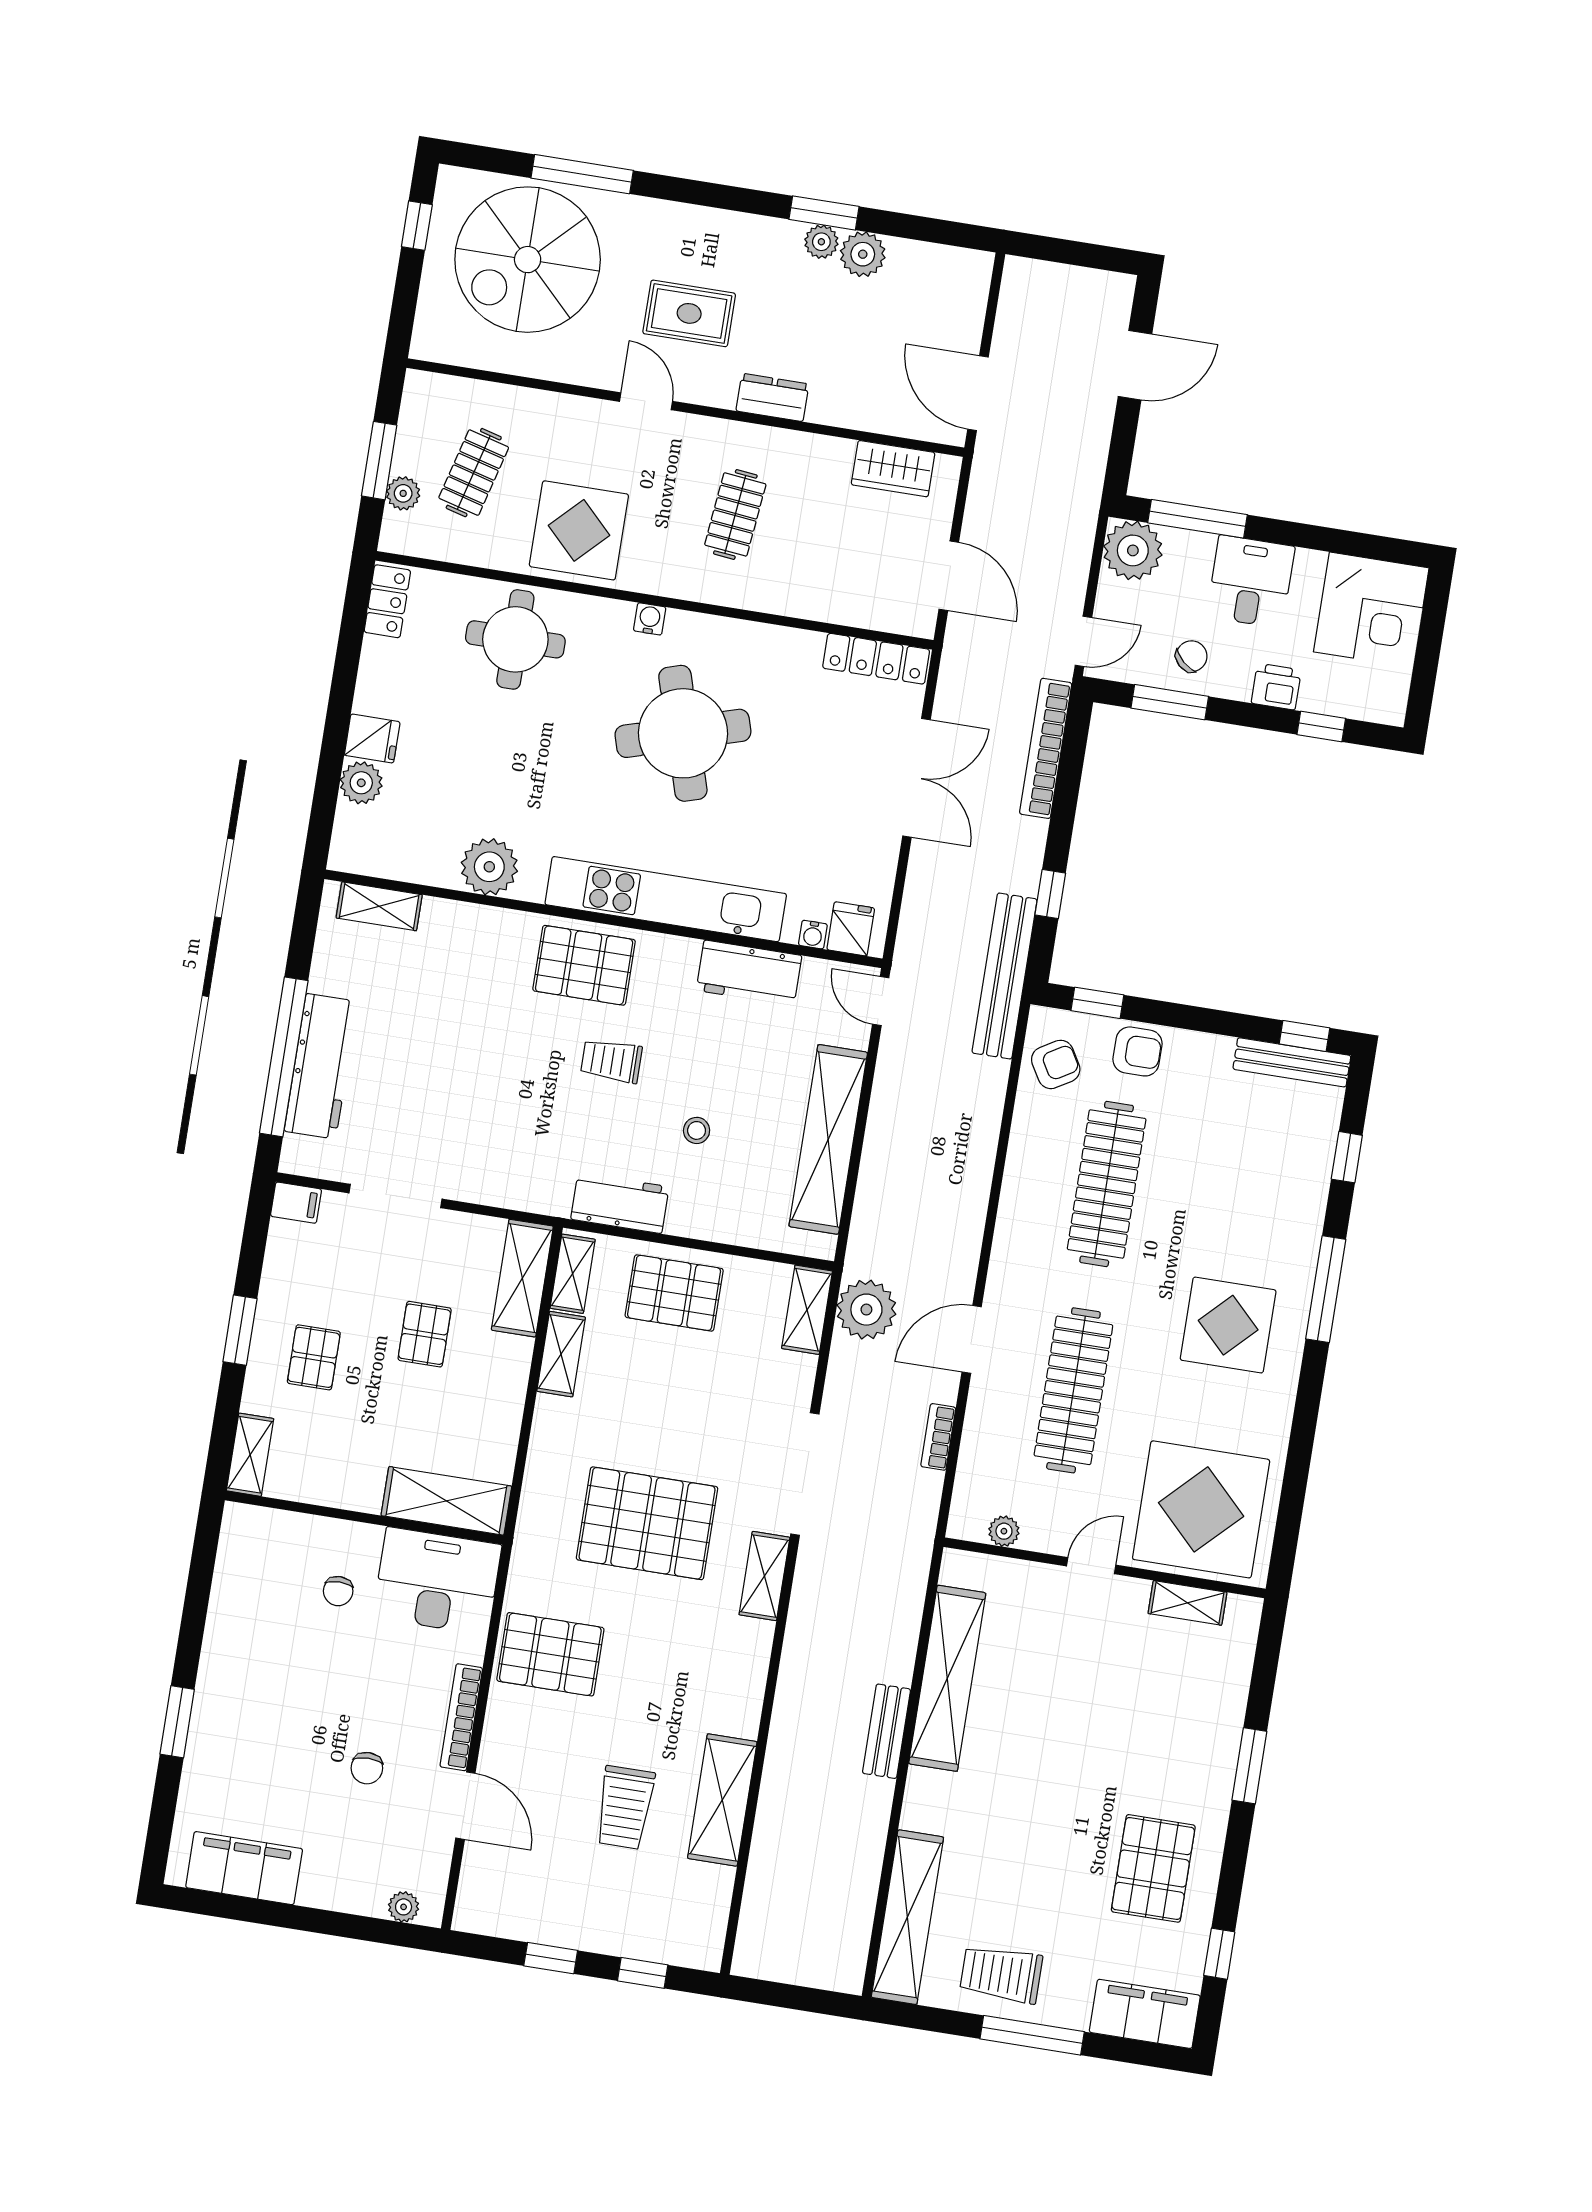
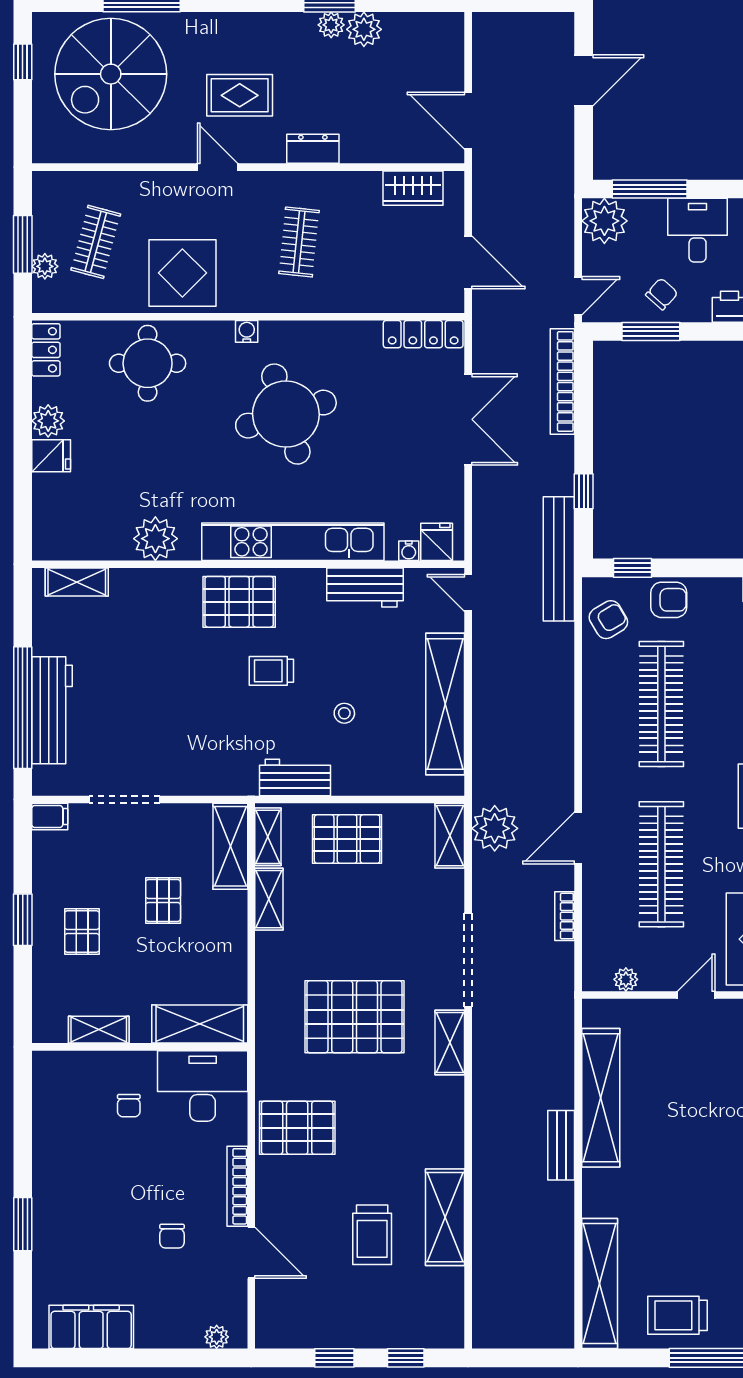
plant: (361, 783) -> (48, 421), moved
shelving: (250, 1455) -> (99, 1030), moved, turned 90

